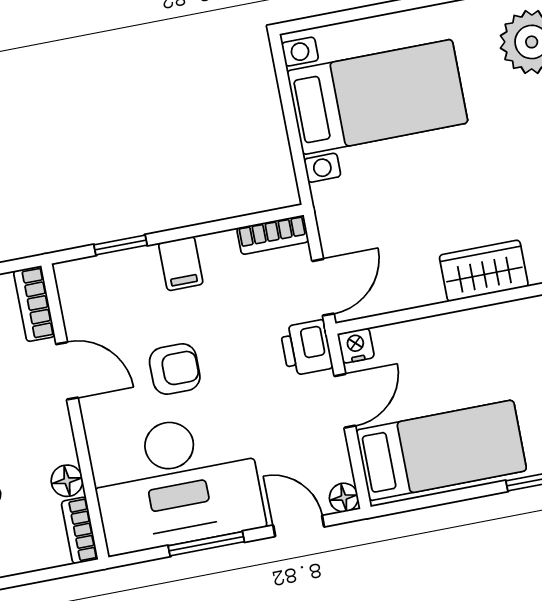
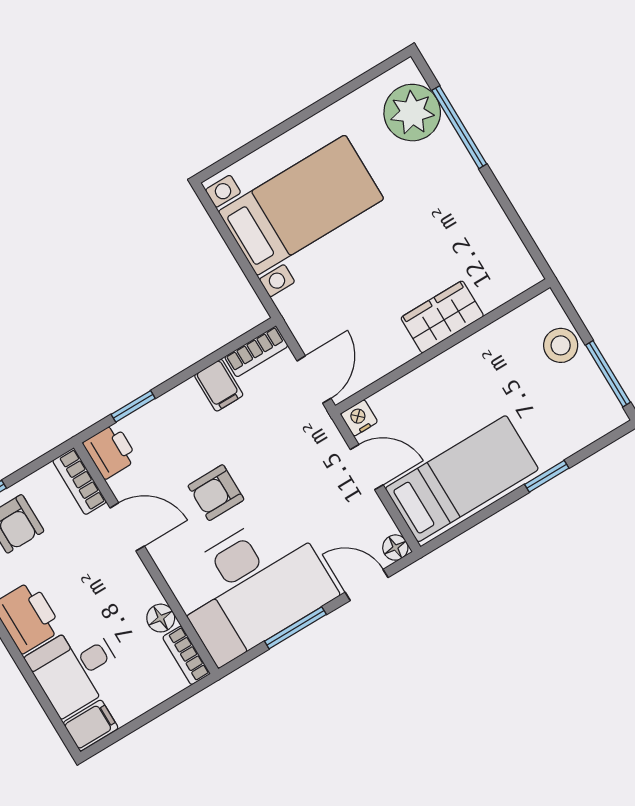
filing cabinet: (181, 264) -> (219, 385), moved
printer: (306, 348) -> (110, 451), moved, turned 180
armchair: (175, 369) -> (216, 493), turned 180
door: (345, 401) -> (367, 467), hinge flipped

